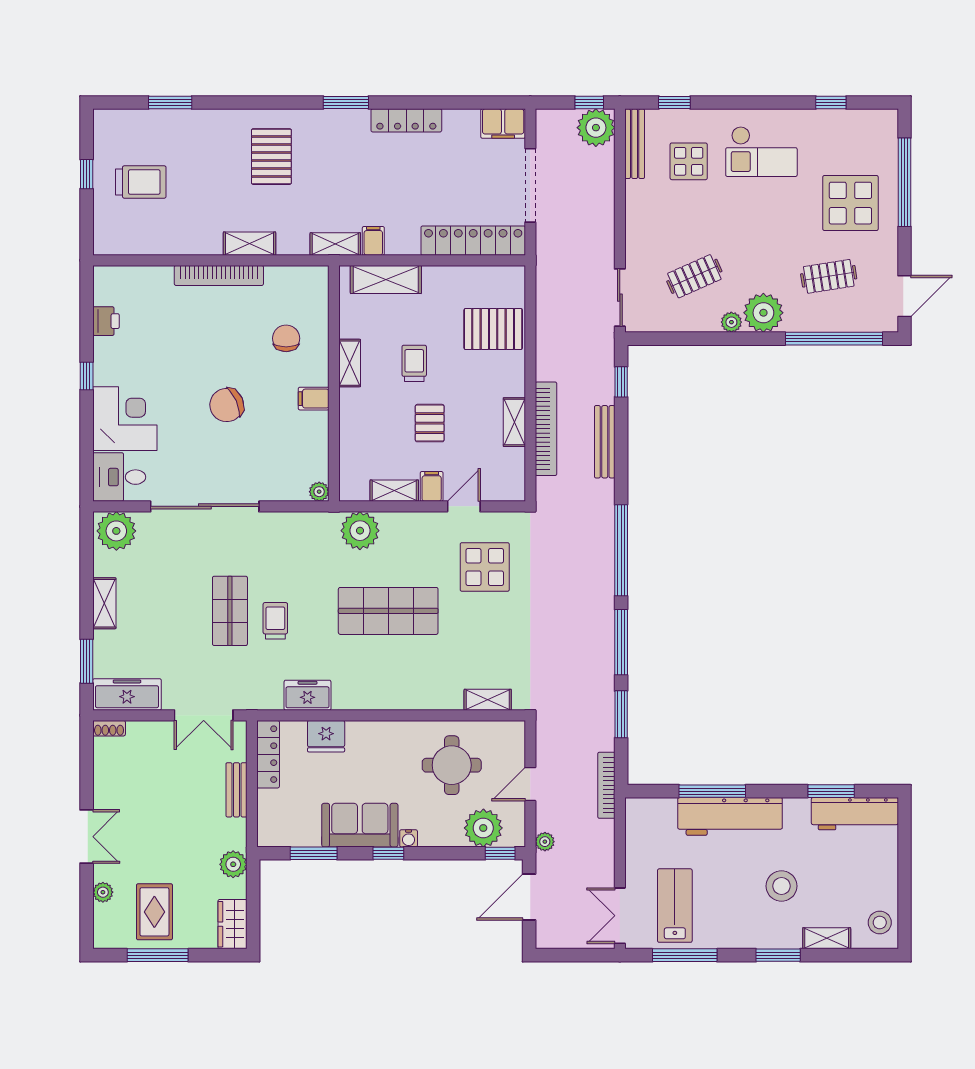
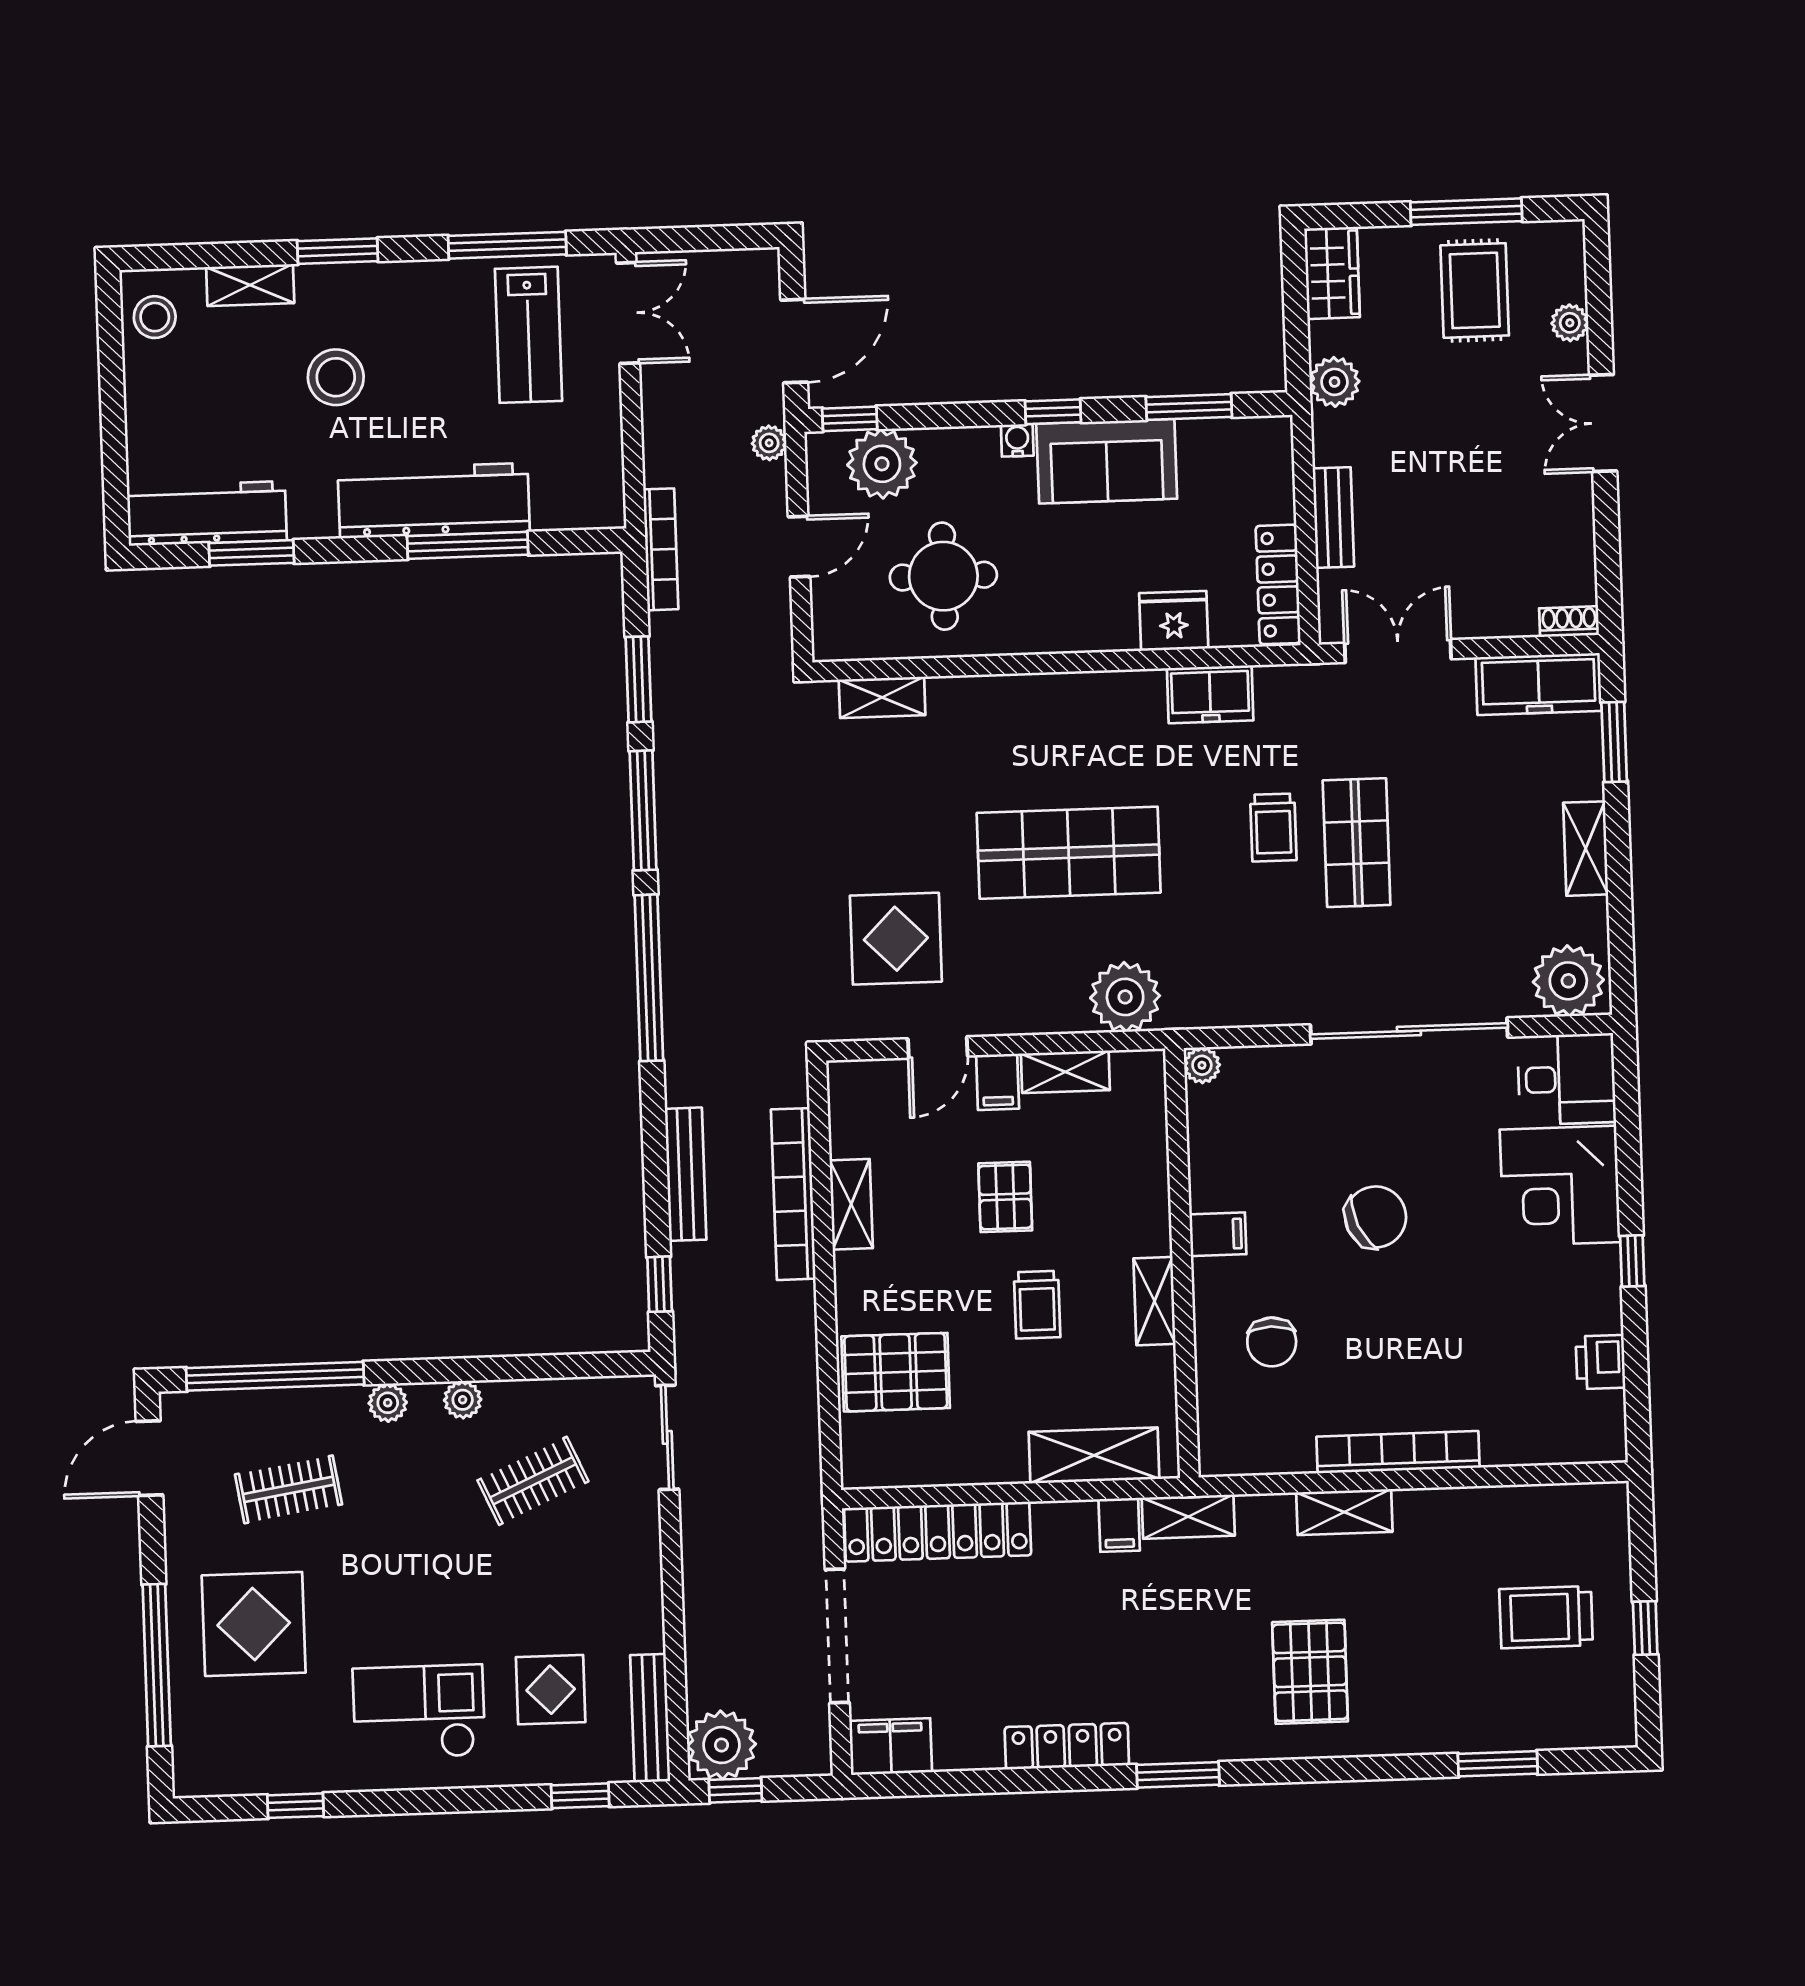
plant: (763, 313) -> (388, 1403), width x0.53, depth x0.53

